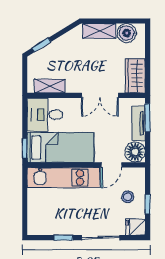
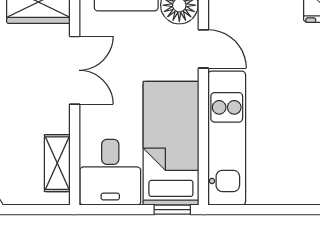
stool: (128, 197) -> (262, 19), removed

